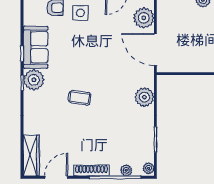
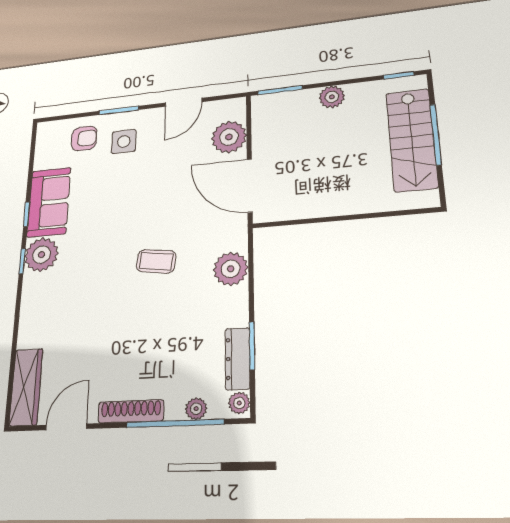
coffee table: (80, 98) -> (156, 261), moved
dresser: (148, 146) -> (237, 359), added

